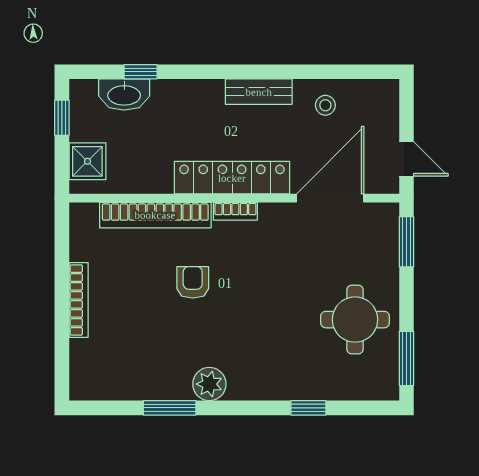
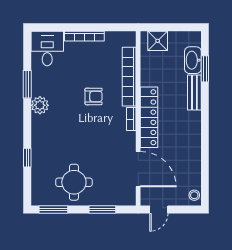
window: (141, 72) -> (205, 69), width x1.50
bench: (259, 92) -> (194, 92), moved
stool: (325, 105) -> (194, 195), moved
window: (62, 118) -> (181, 27), removed
window: (407, 242) -> (102, 209), moved
desk: (102, 370) -> (47, 48), added

